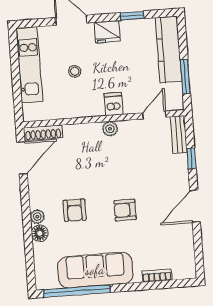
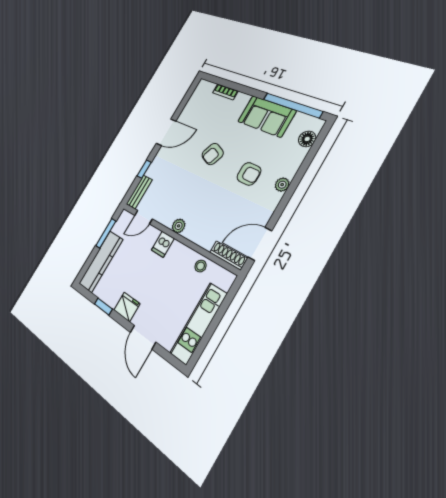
stool: (75, 71) -> (201, 266), moved
armchair: (75, 210) -> (249, 174), turned 91
armchair: (125, 210) -> (213, 154), turned 113
floor lamp: (40, 233) -> (307, 139), moved
sofa: (95, 270) -> (267, 116), width x0.73

